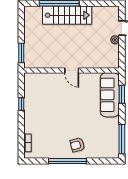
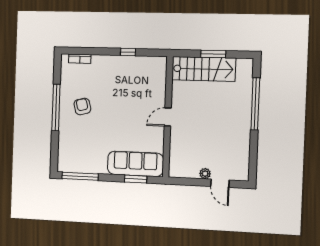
stairs: (67, 15) -> (204, 69), moved, turned -90
window: (21, 53) -> (213, 54), moved
armchair: (77, 145) -> (82, 106), moved

